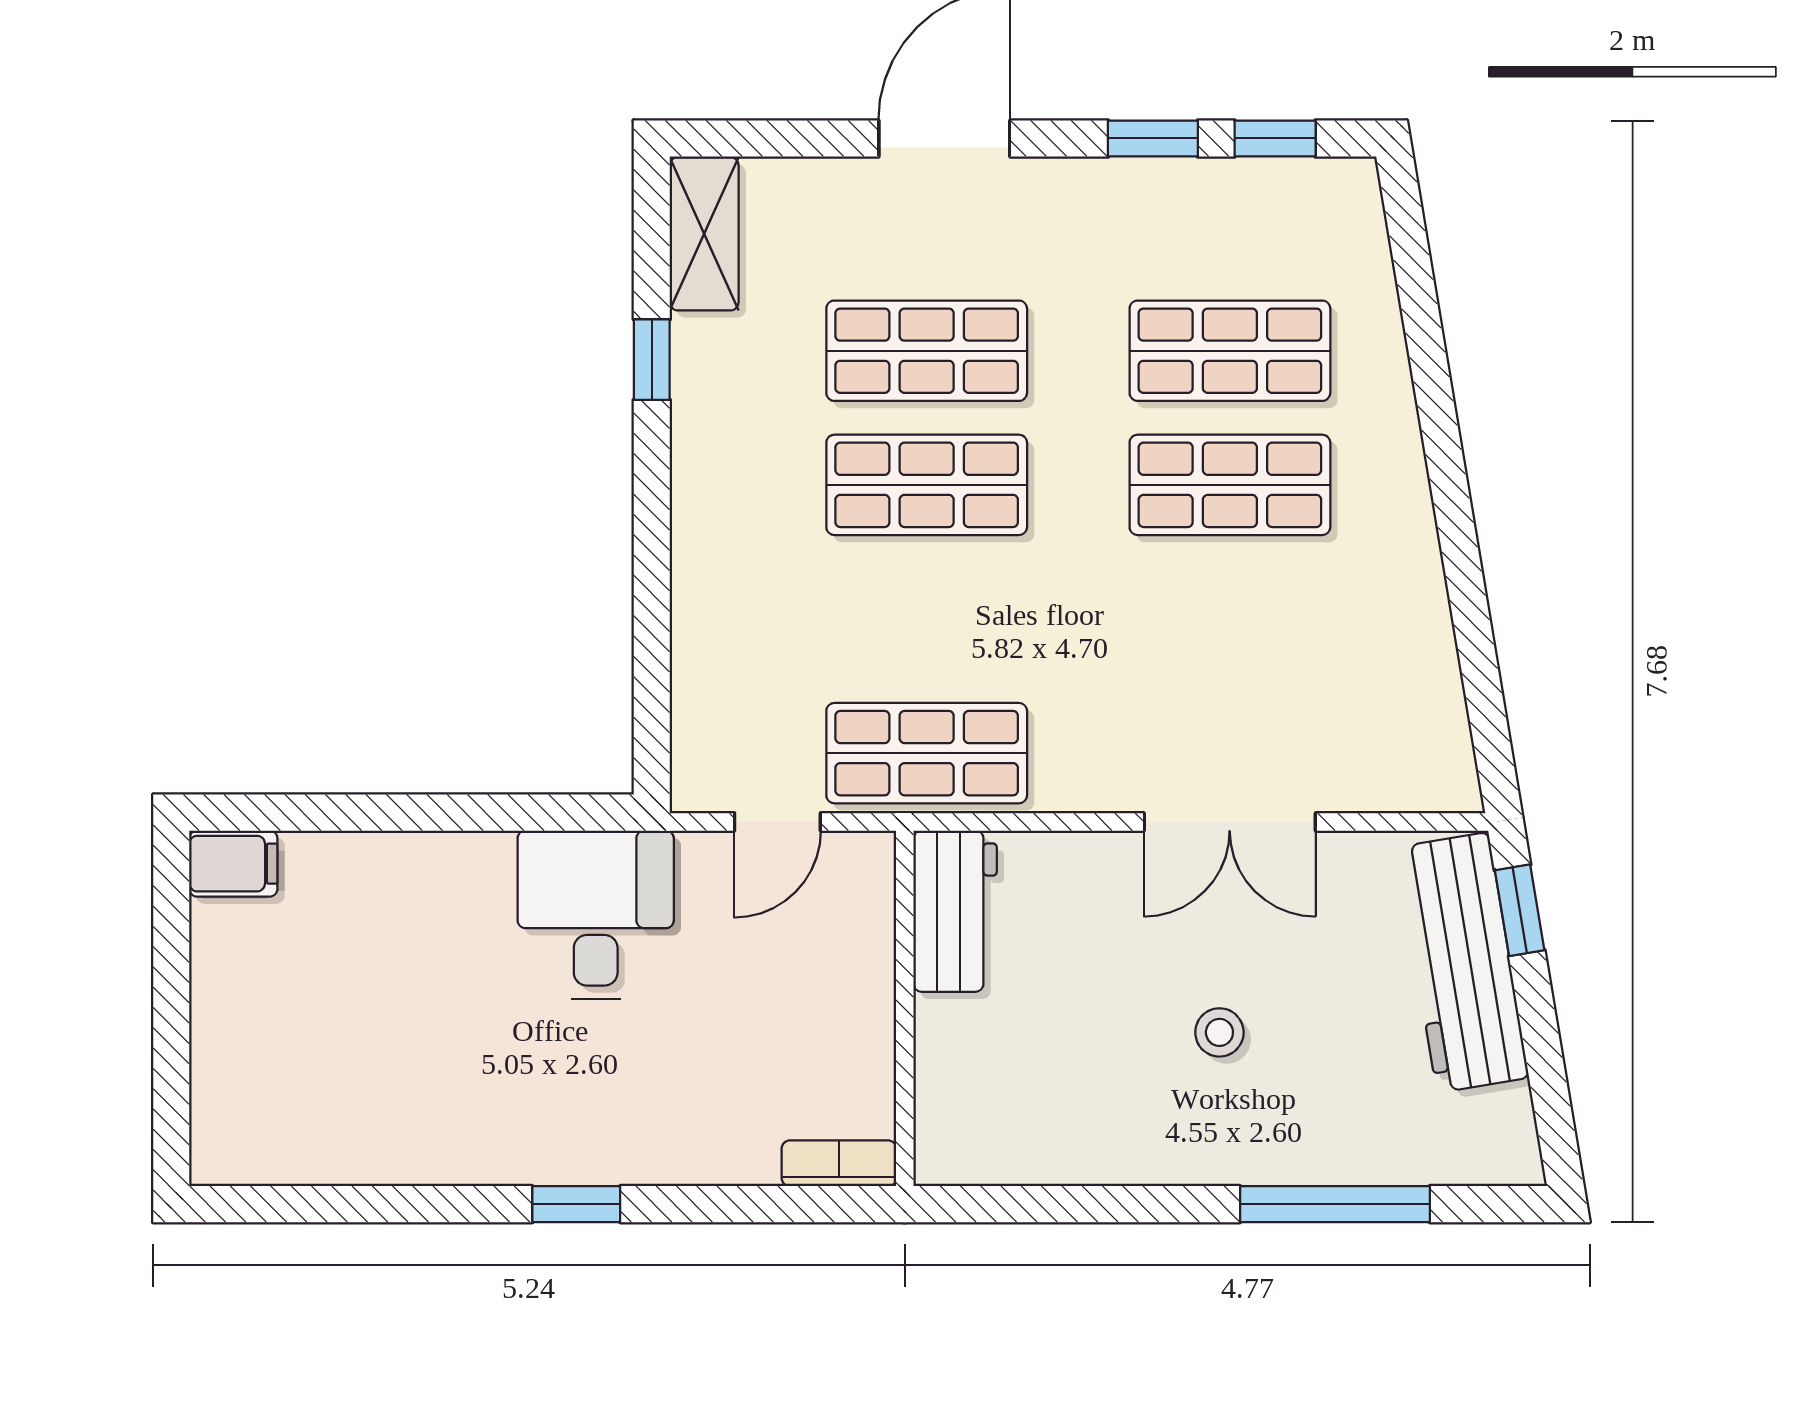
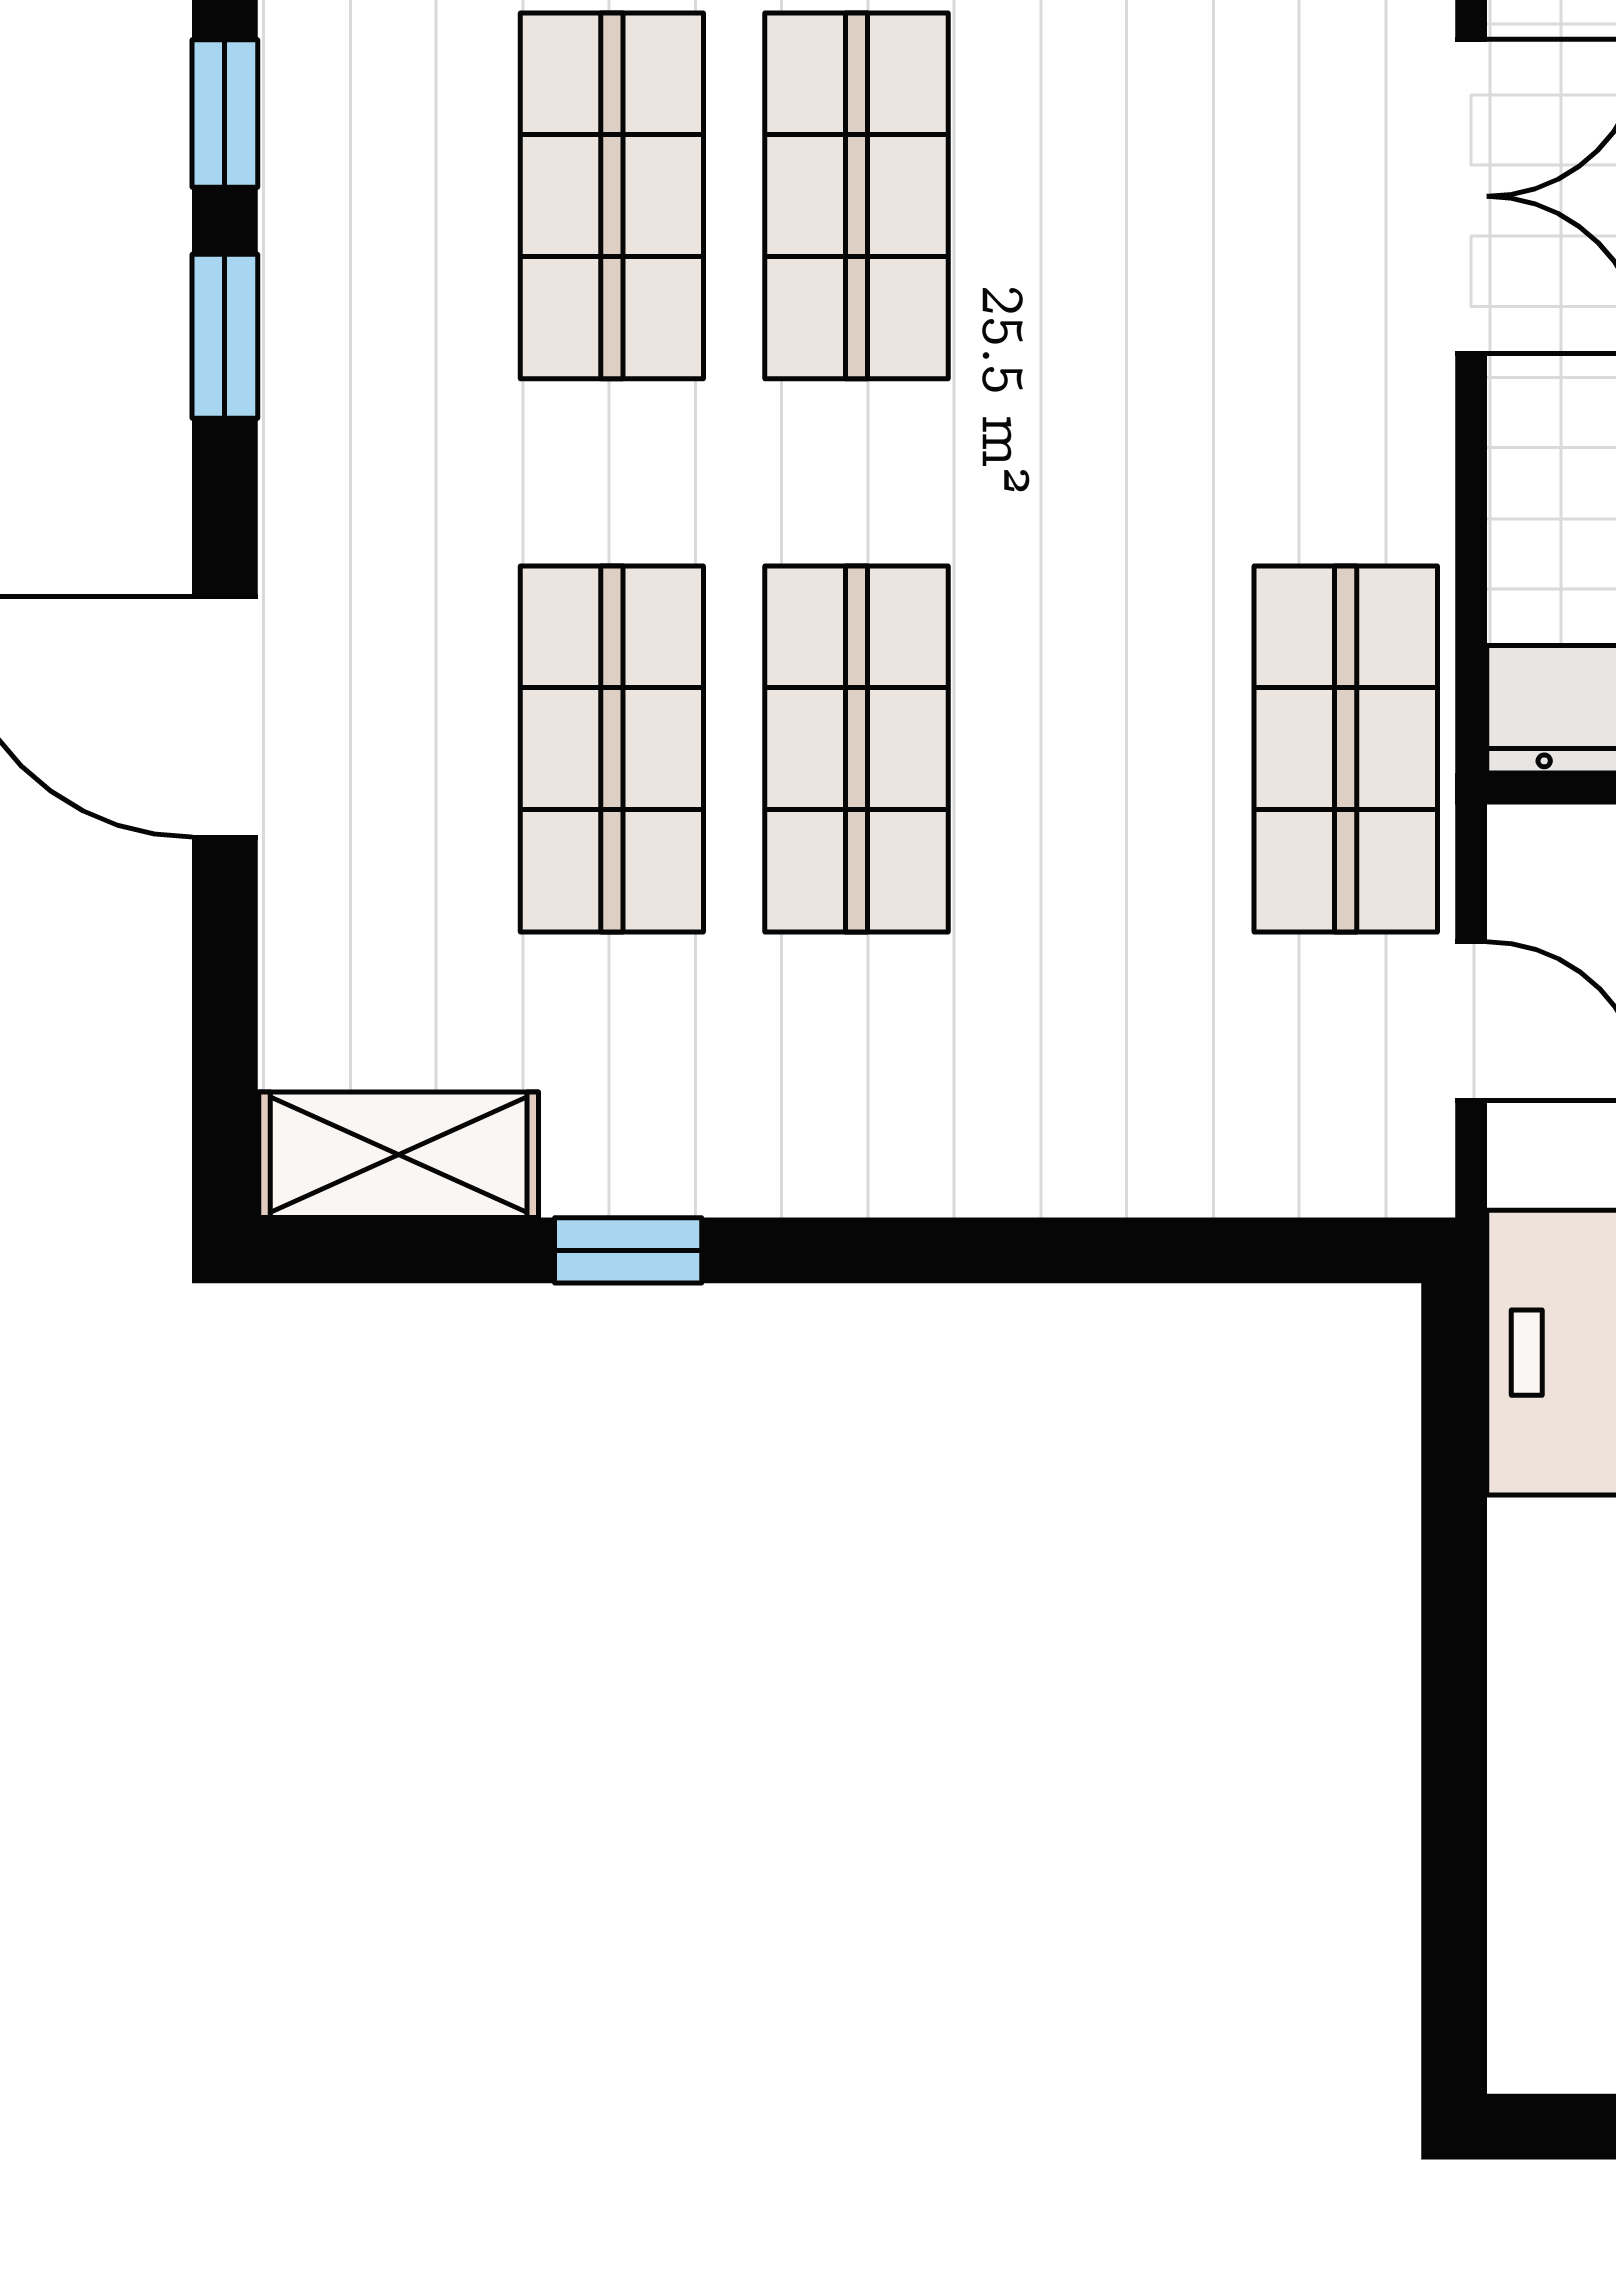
filing cabinet: (233, 864) -> (1547, 2013), removed

